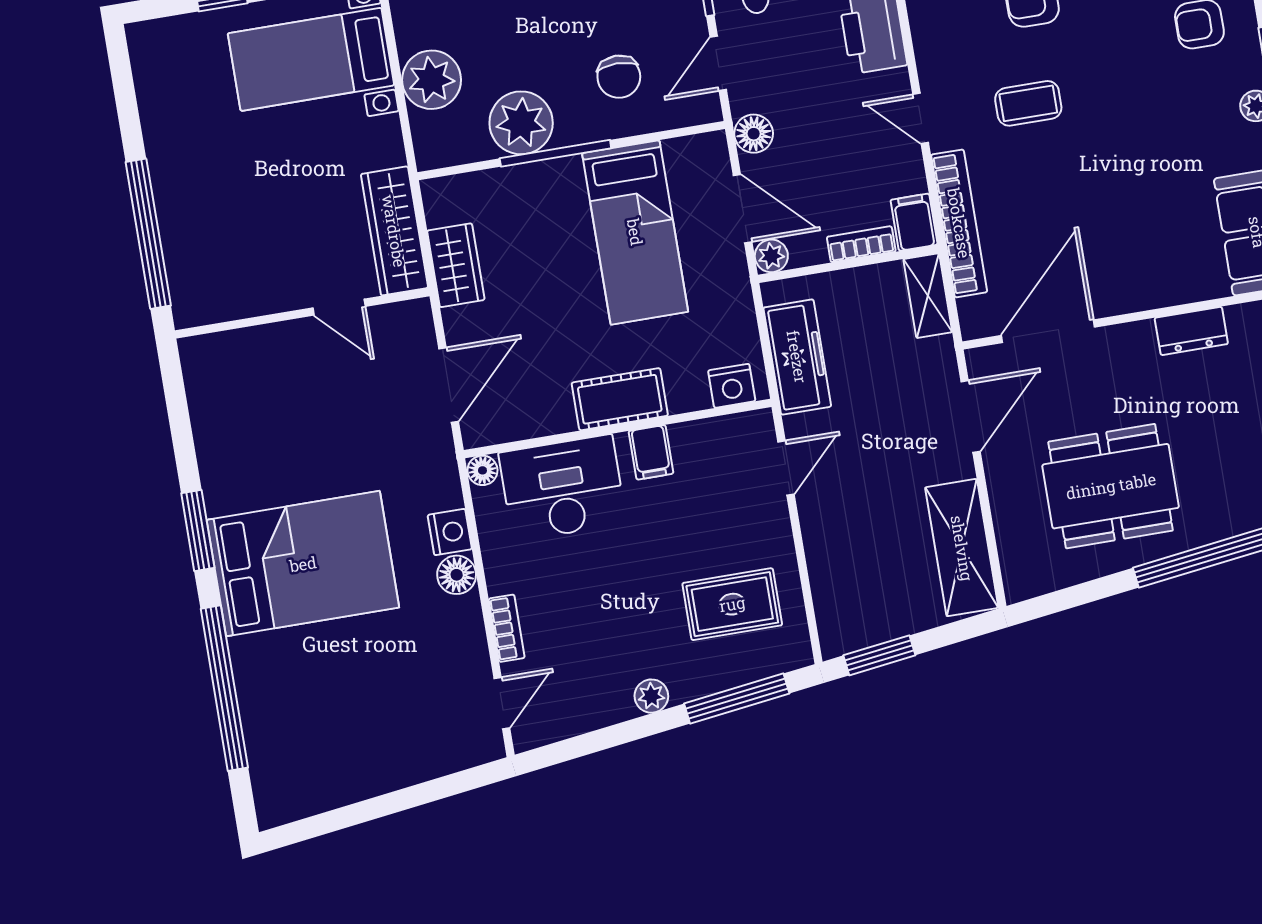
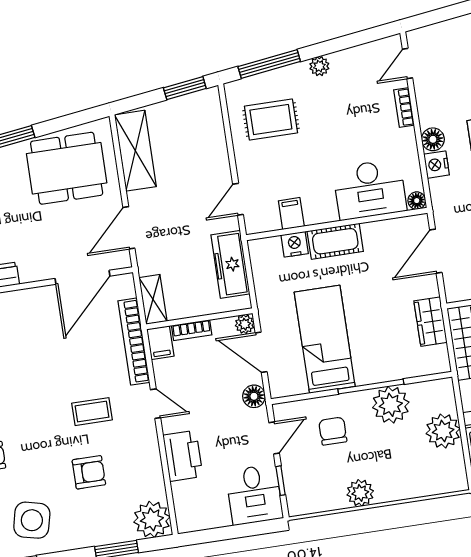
nightstand: (732, 386) -> (295, 244), moved
filing cabinet: (651, 452) -> (291, 214), moved
dining table: (1111, 486) -> (67, 168), moved

